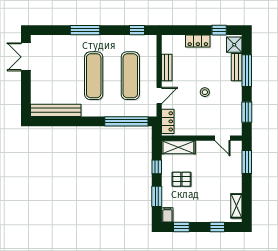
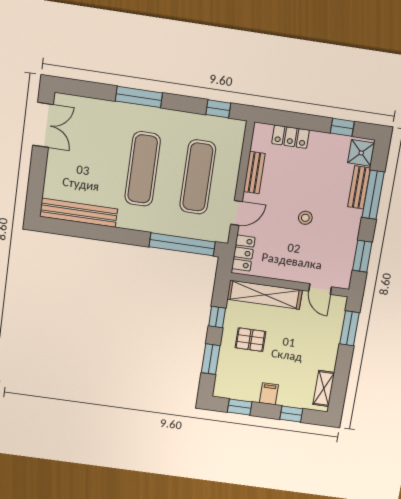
locker: (198, 41) -> (291, 137), moved
double door: (26, 57) -> (43, 125), swing flipped
shelving: (178, 147) -> (265, 295), width x1.47
filing cabinet: (167, 215) -> (269, 394), moved

